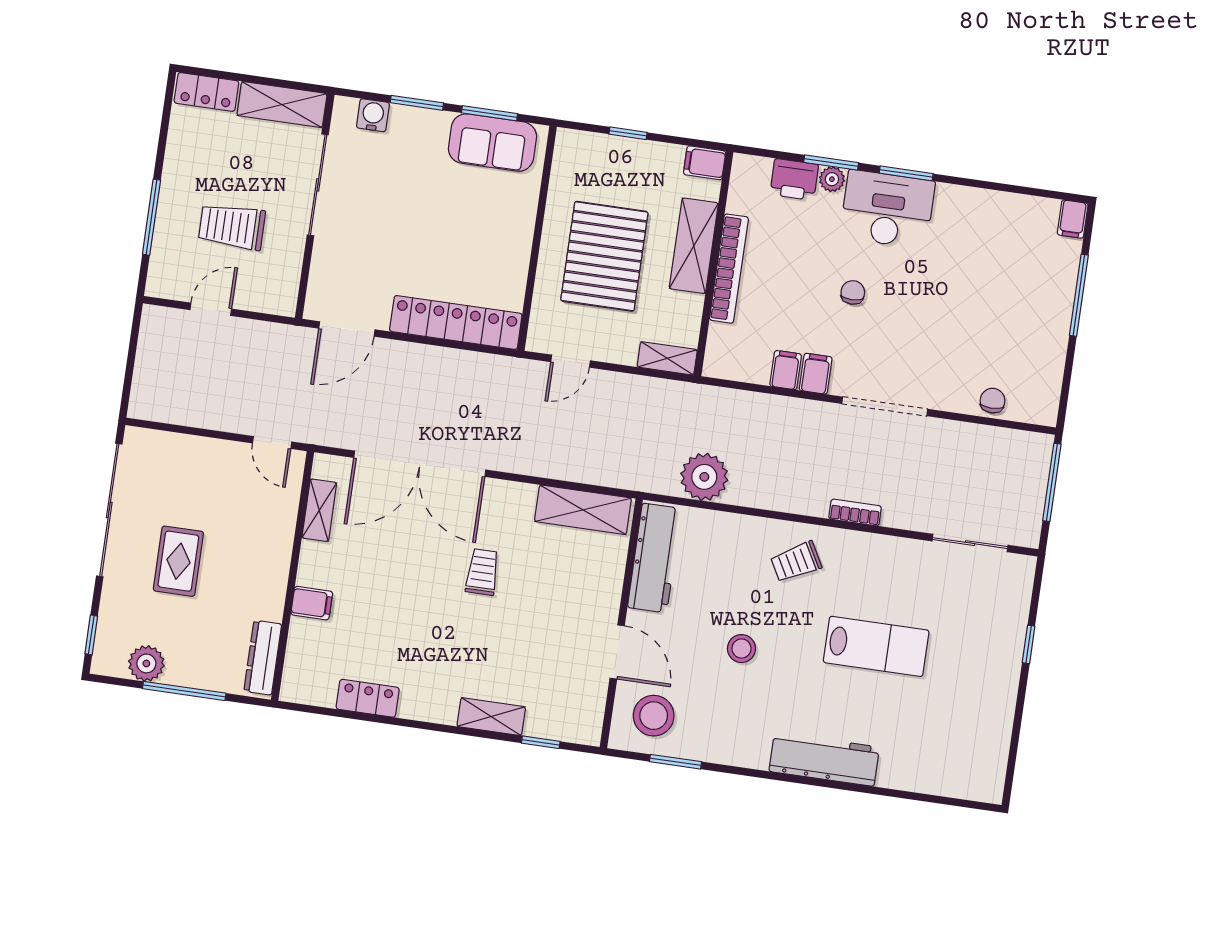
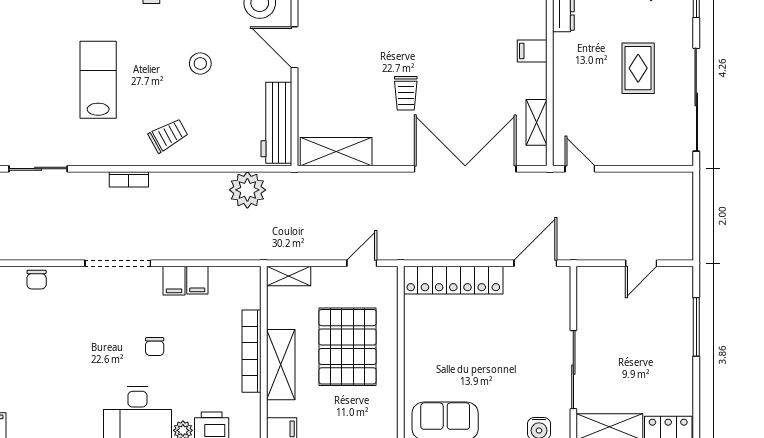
trolley: (232, 227) -> (634, 329), removed
lab bench: (876, 646) -> (98, 80), turned 90

